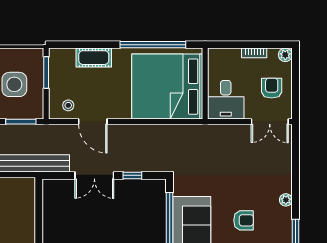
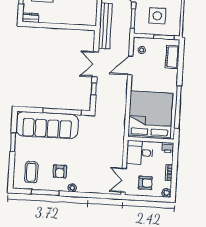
printer: (216, 57) -> (168, 148), added
cot: (94, 58) -> (172, 57), moved
armchair: (244, 220) -> (60, 171), moved

